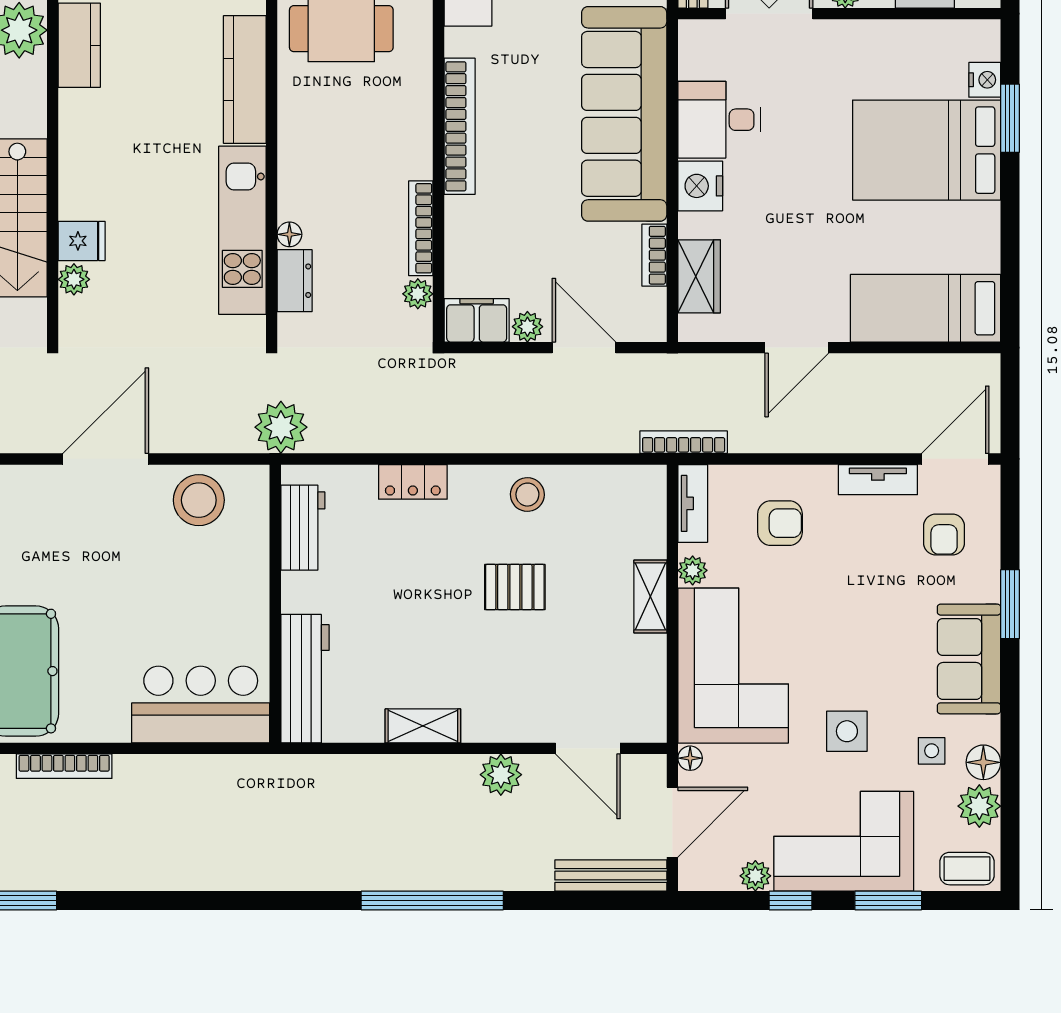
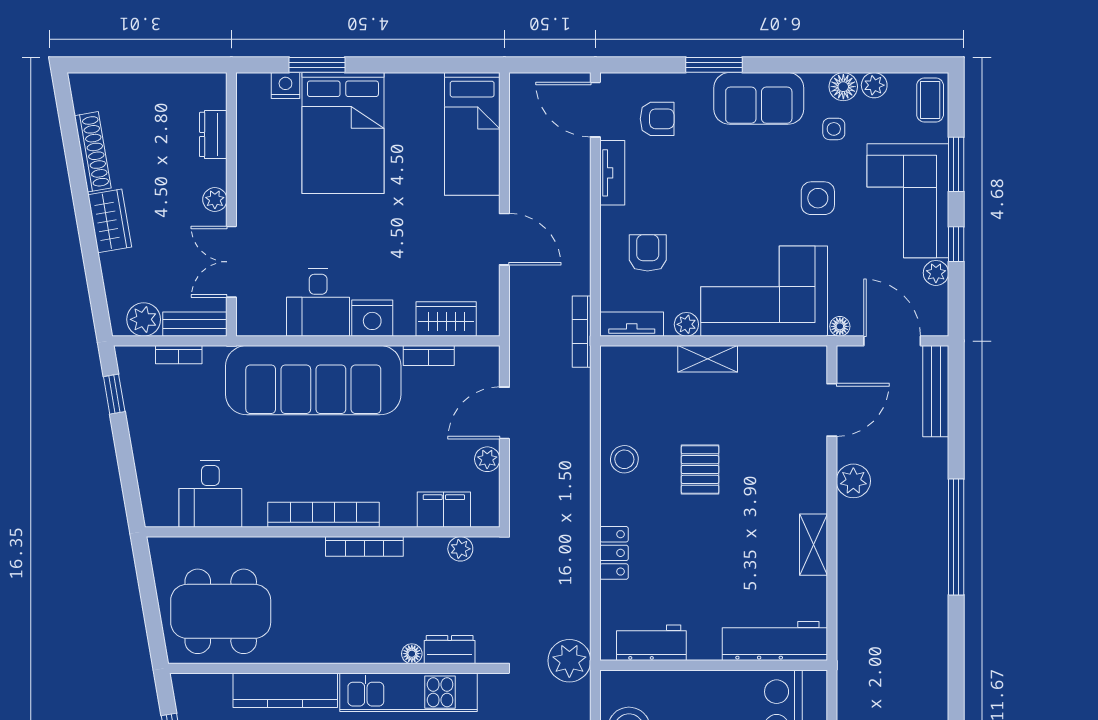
bookcase: (421, 228) -> (364, 546), moved
filing cabinet: (477, 320) -> (444, 510), moved, turned 90
plant: (979, 806) -> (874, 85), width x0.73, depth x0.73

